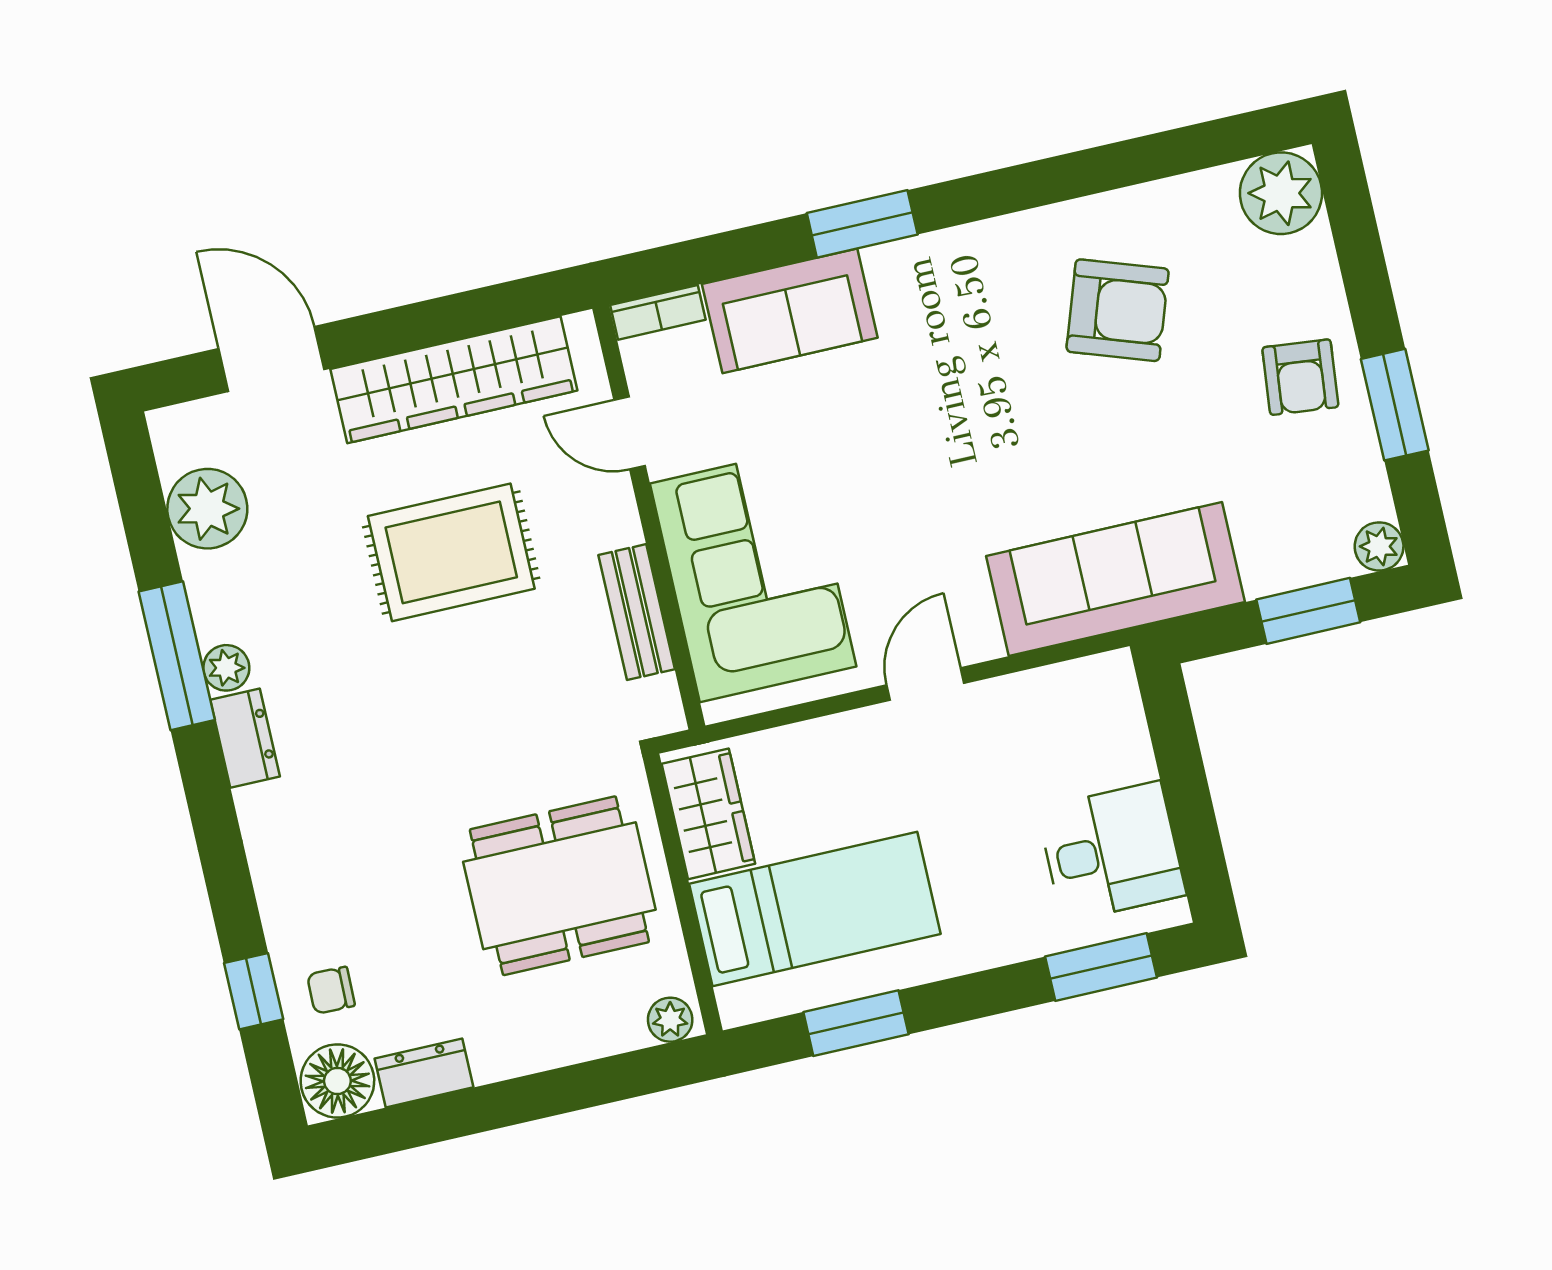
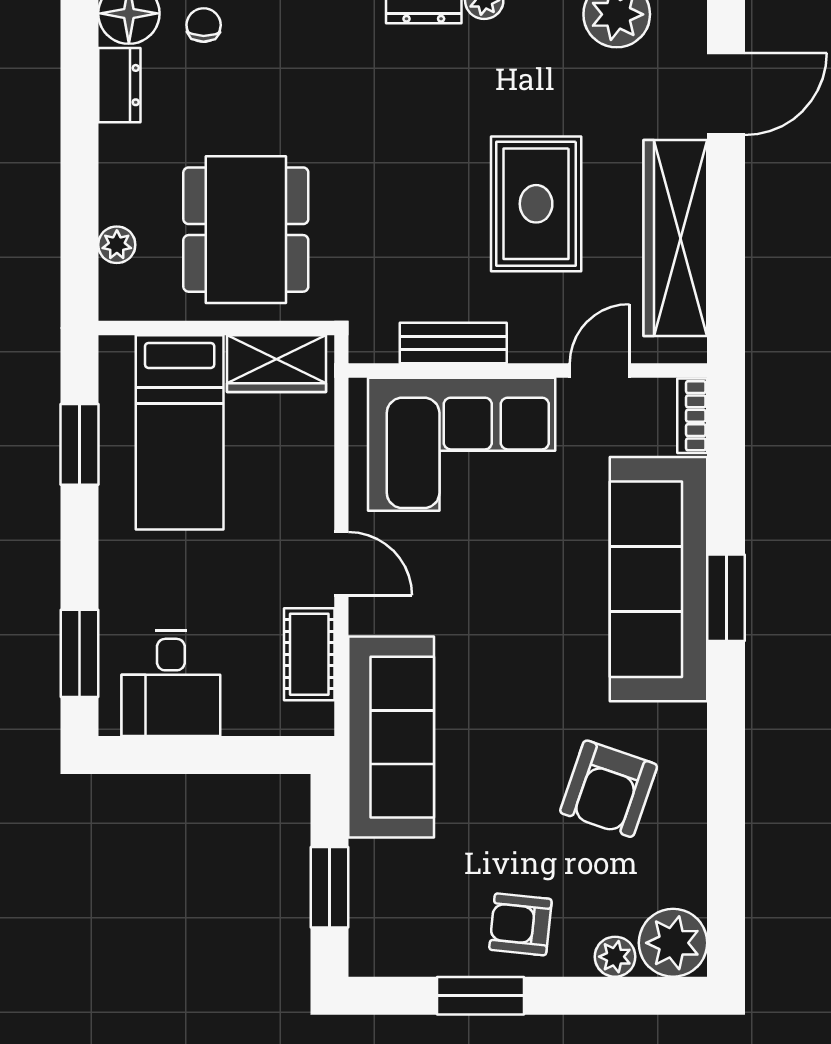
sofa: (790, 311) -> (659, 579), width x1.85, depth x1.27
plant: (1379, 546) -> (615, 957), moved
cot: (1040, 697) -> (309, 654), added
plant: (670, 1020) -> (117, 245), moved

